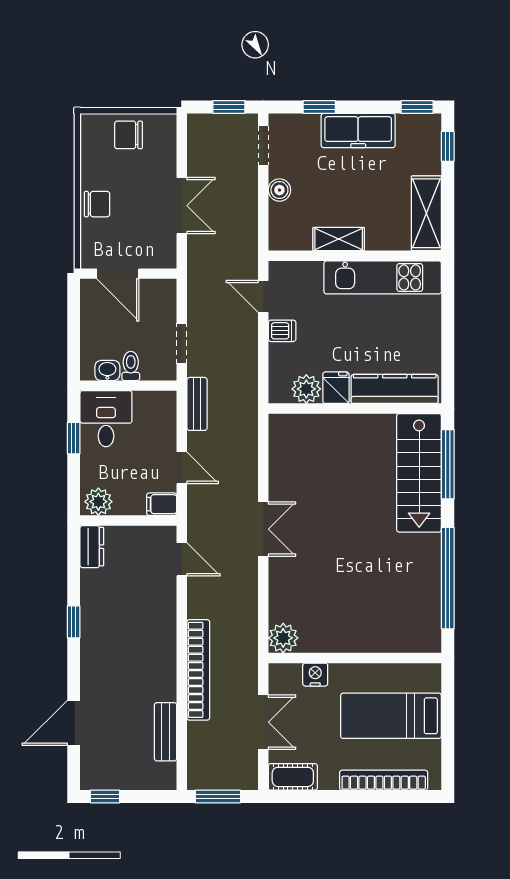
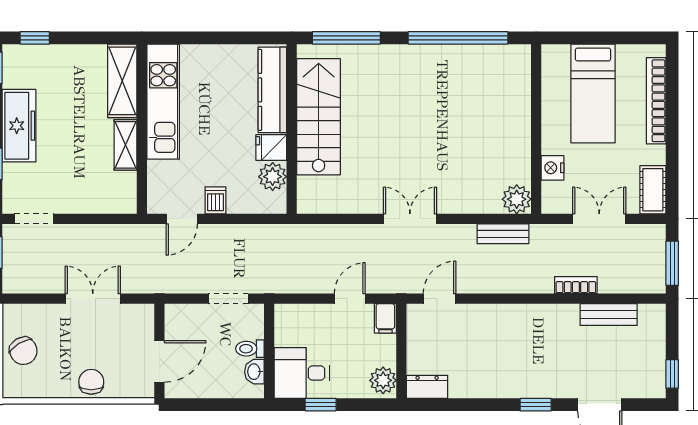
chair: (129, 135) -> (23, 351), turned -31
boiler: (279, 190) -> (77, 203), removed
shelving: (426, 213) -> (122, 81), moved, turned 90
bench: (197, 404) -> (503, 234), moved
stairs: (419, 473) -> (319, 117), moved, turned -90
window: (74, 622) -> (536, 405), moved
bookcase: (198, 670) -> (576, 285), width x0.43, depth x0.76

